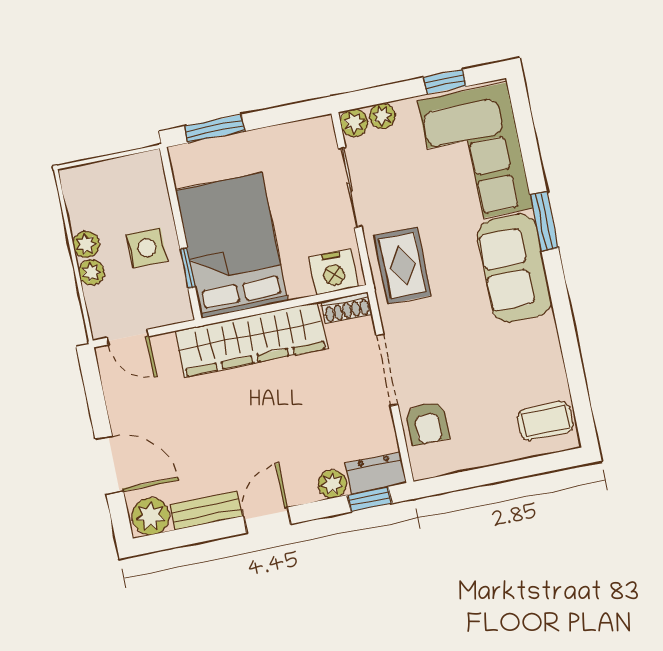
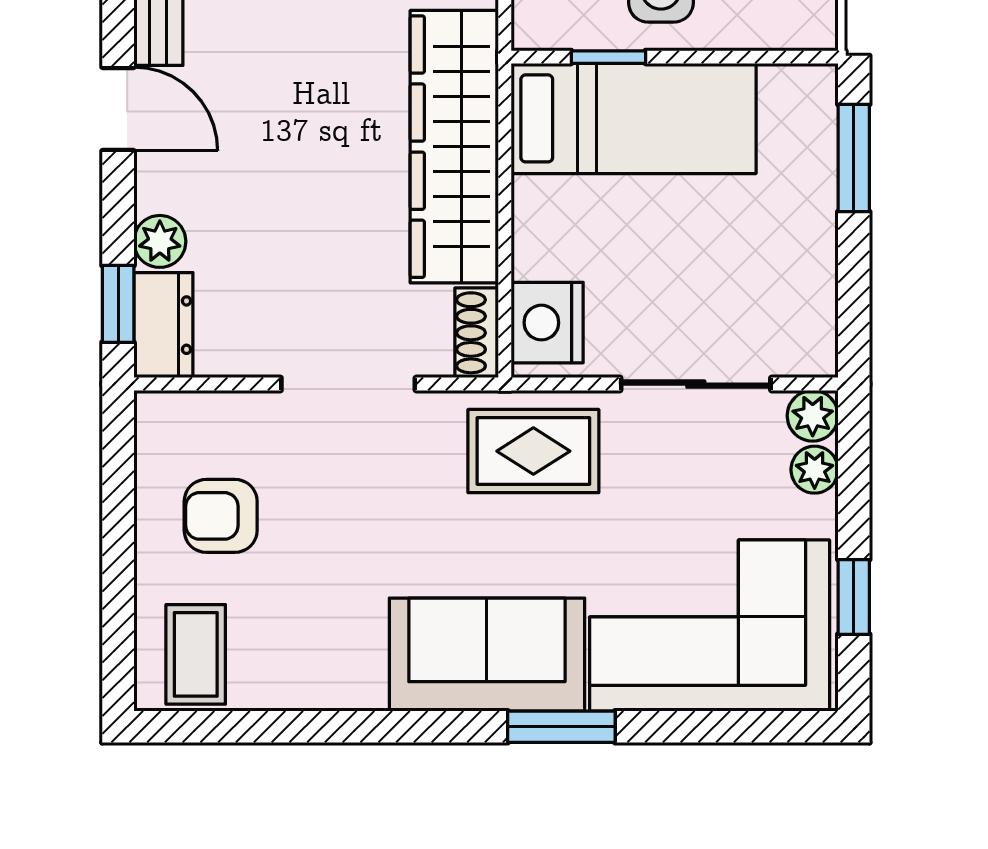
bed: (232, 245) -> (634, 118), width x0.67
armchair: (427, 423) -> (221, 516), moved

